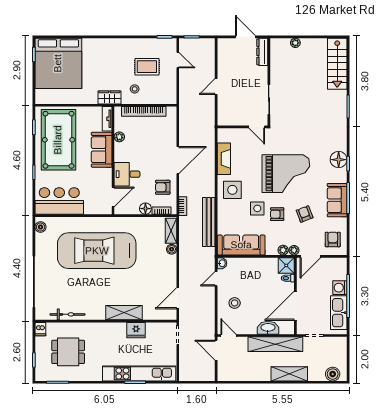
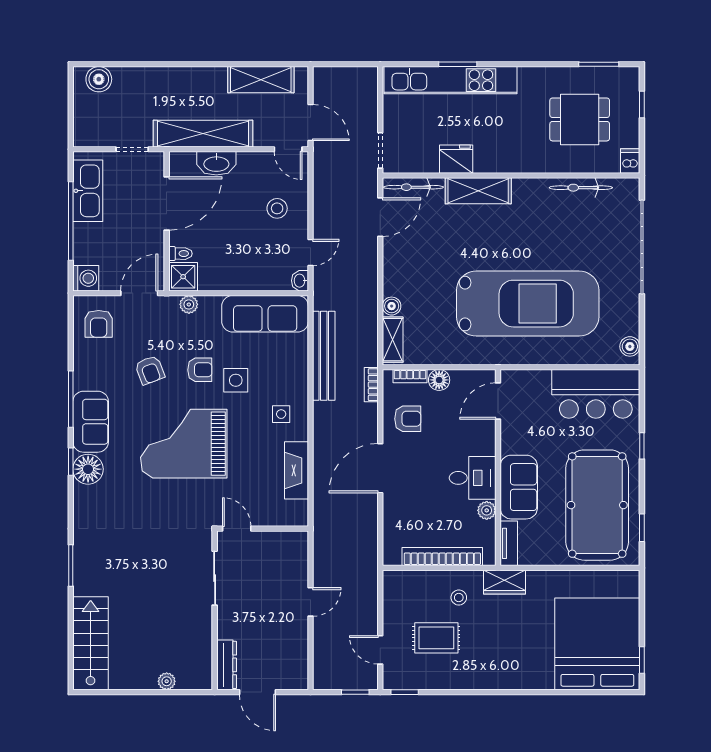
desk: (127, 174) -> (473, 478), moved
side table: (232, 190) -> (281, 414), width x0.54, depth x0.54
sofa: (337, 200) -> (91, 422), moved
plant: (294, 250) -> (169, 304), removed
washing machine: (340, 288) -> (86, 278), moved
bicycle: (160, 315) -> (414, 187), added
shelving: (289, 374) -> (261, 80), moved

